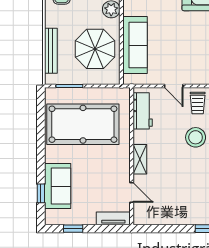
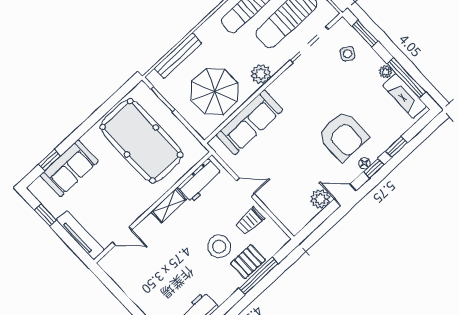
door: (174, 86) -> (245, 187), swing flipped
shelving: (140, 159) -> (169, 206), moved
door: (132, 193) -> (122, 236), hinge flipped
tv unit: (113, 218) -> (80, 235), width x1.41

